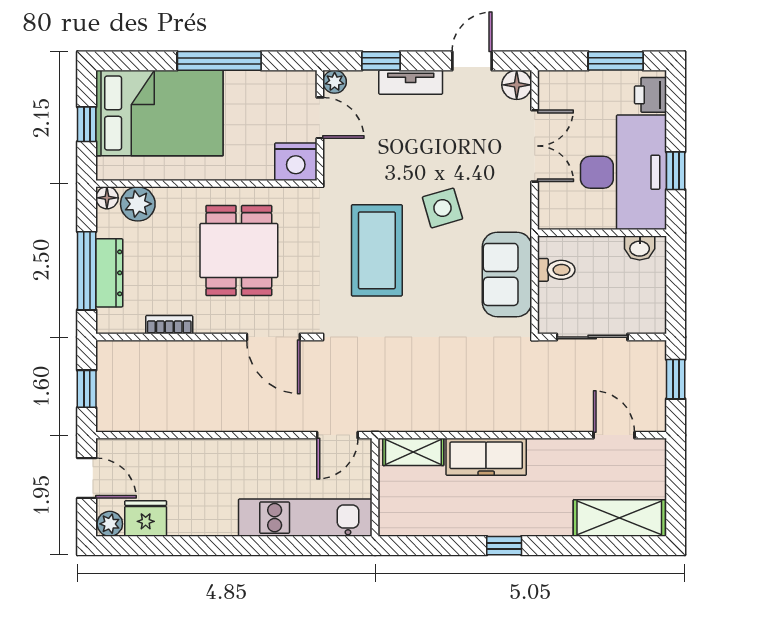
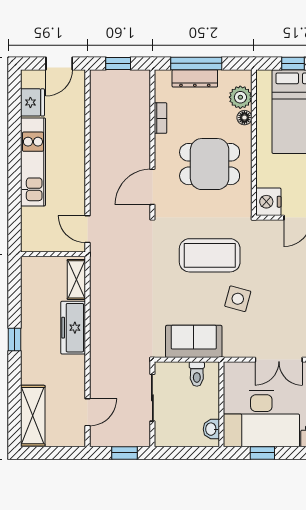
floor lamp: (107, 198) -> (244, 118), moved
side table: (442, 208) -> (238, 299), turned 31
kitchen unit: (305, 518) -> (33, 162), moved
plant: (110, 524) -> (29, 79), removed

